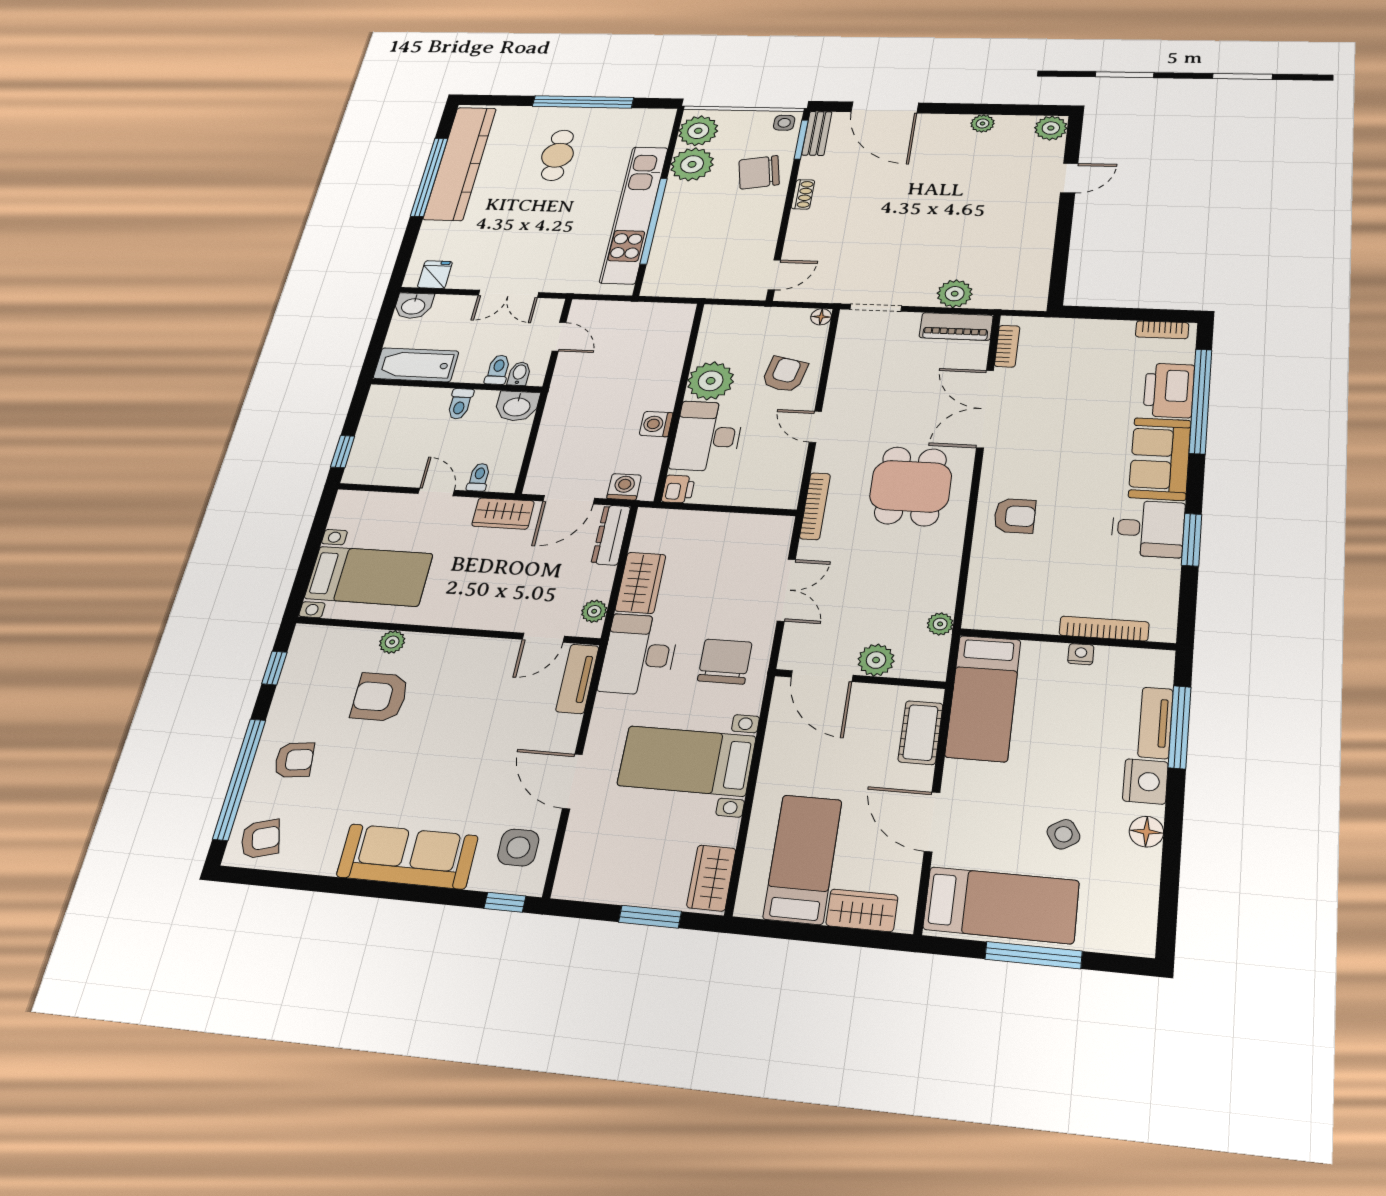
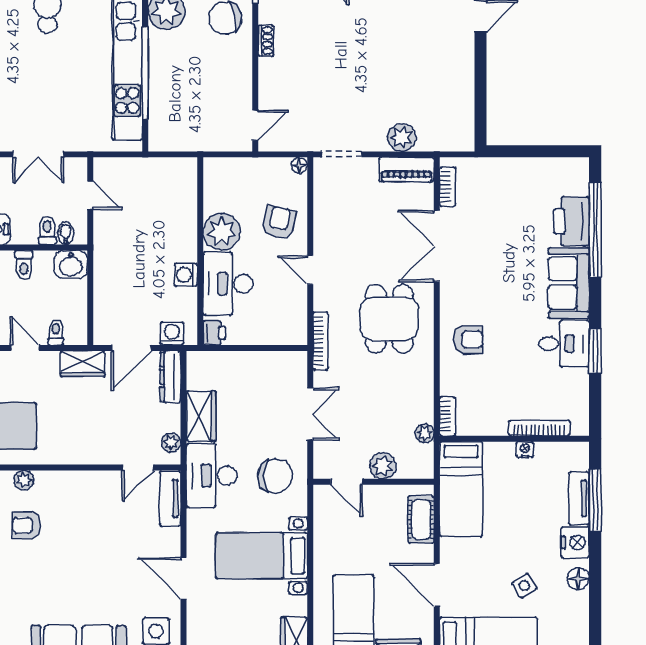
bookcase: (1162, 330) -> (447, 416), moved, turned -90
chair: (725, 661) -> (275, 476), turned 90
door: (822, 676) -> (346, 482), width x0.73
armchair: (380, 697) -> (26, 525), width x0.72, depth x0.72

